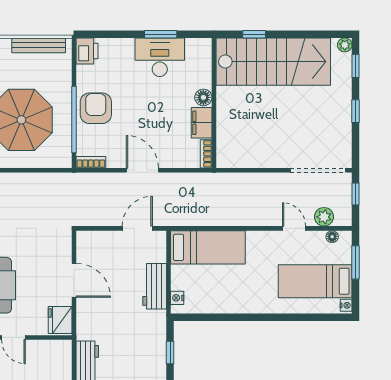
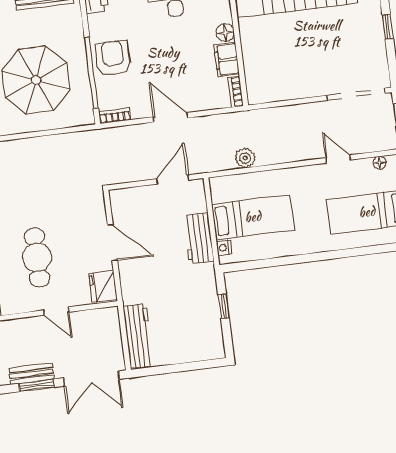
plant: (324, 217) -> (245, 158), moved
bed: (208, 247) -> (253, 217), moved

